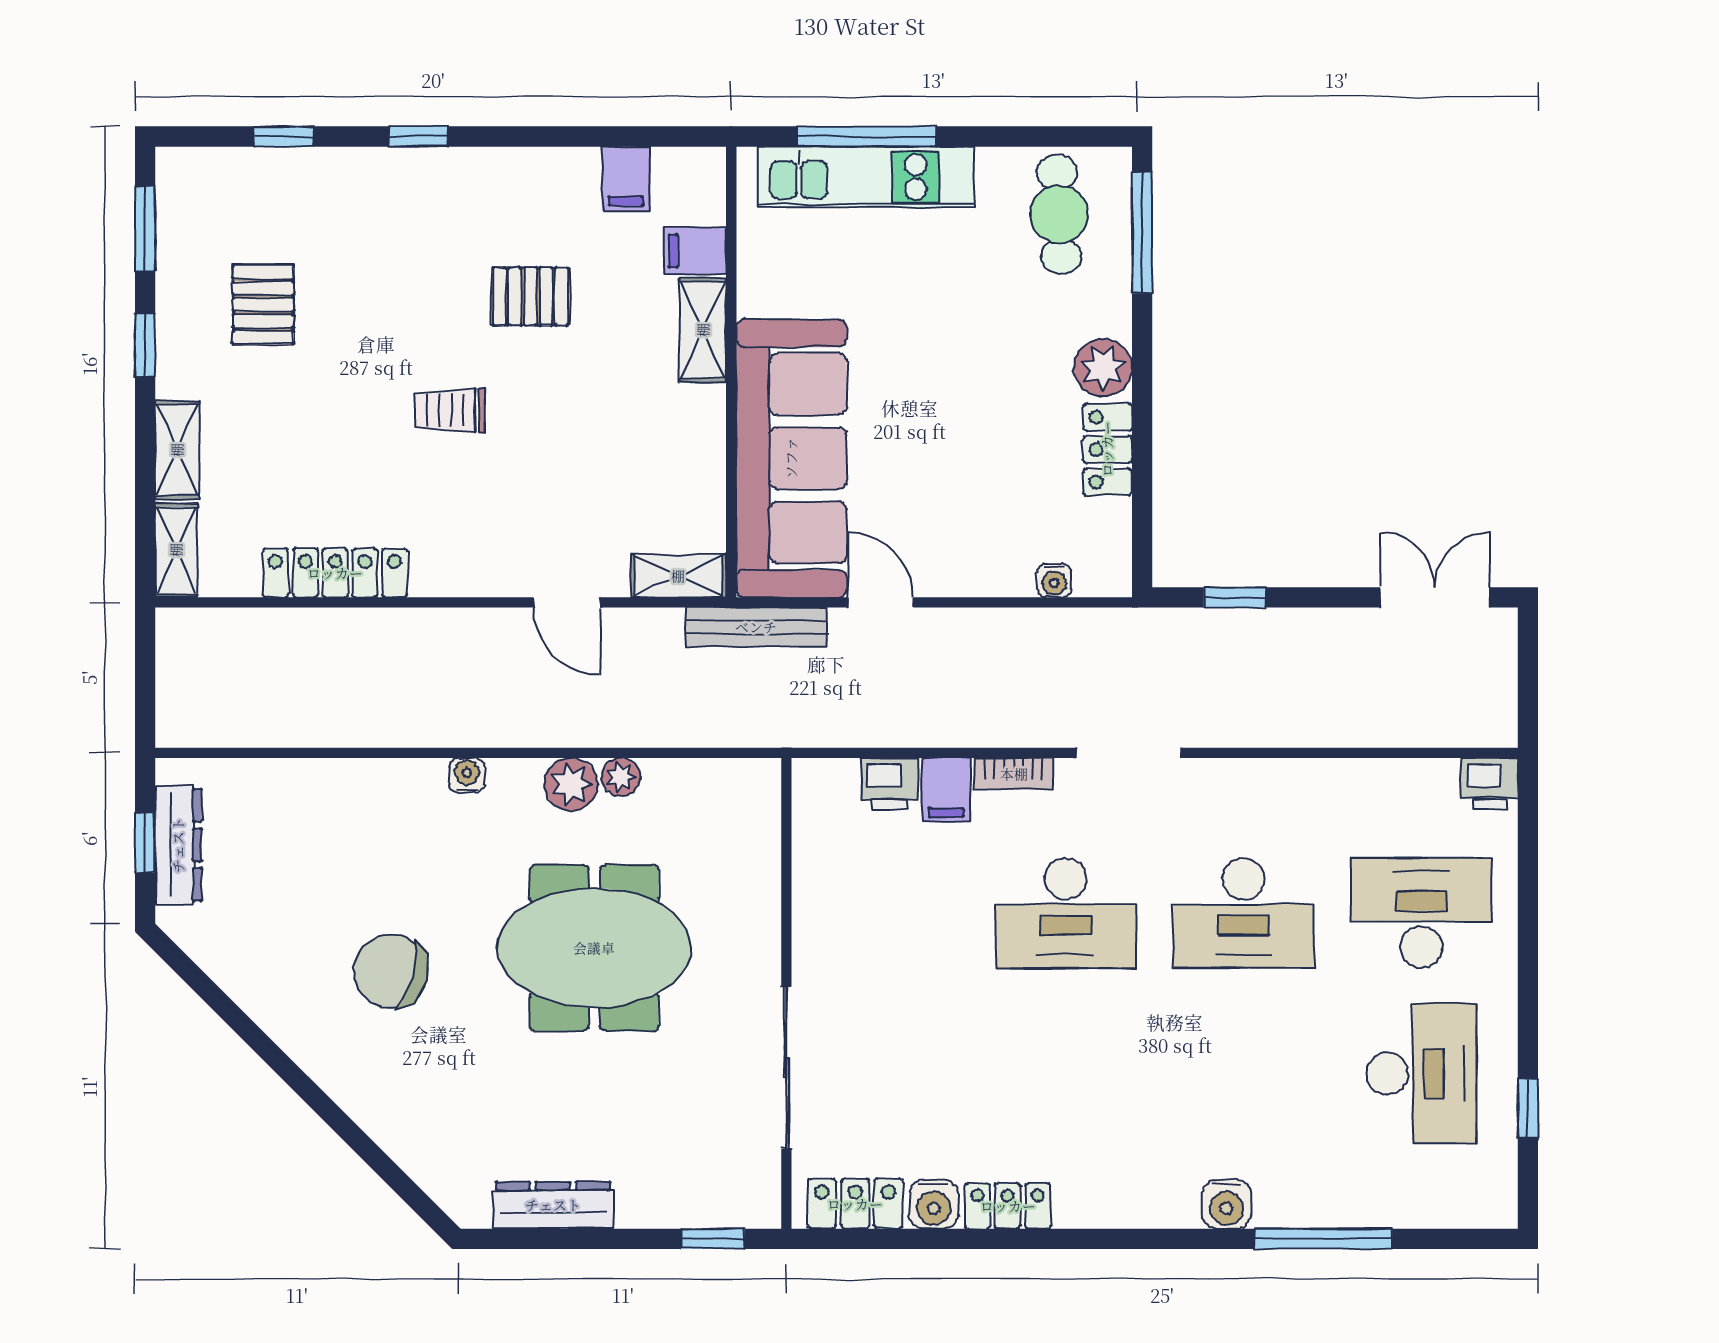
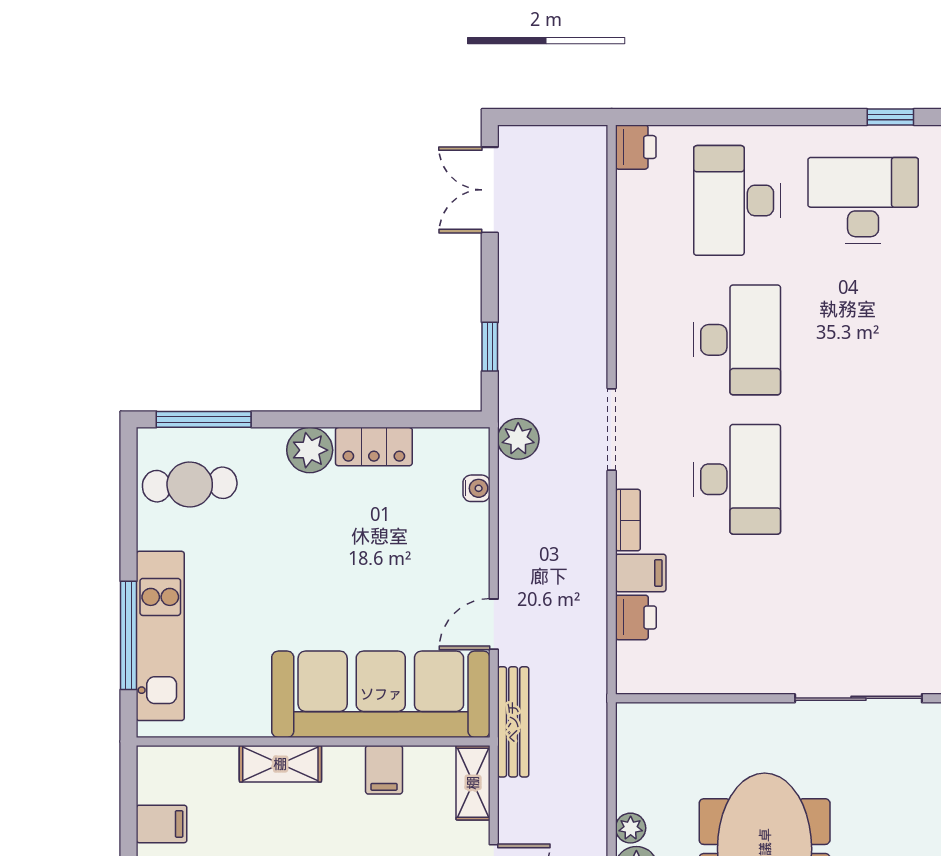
filing cabinet: (695, 251) -> (384, 770), moved
plant: (1117, 634) -> (518, 439), added

